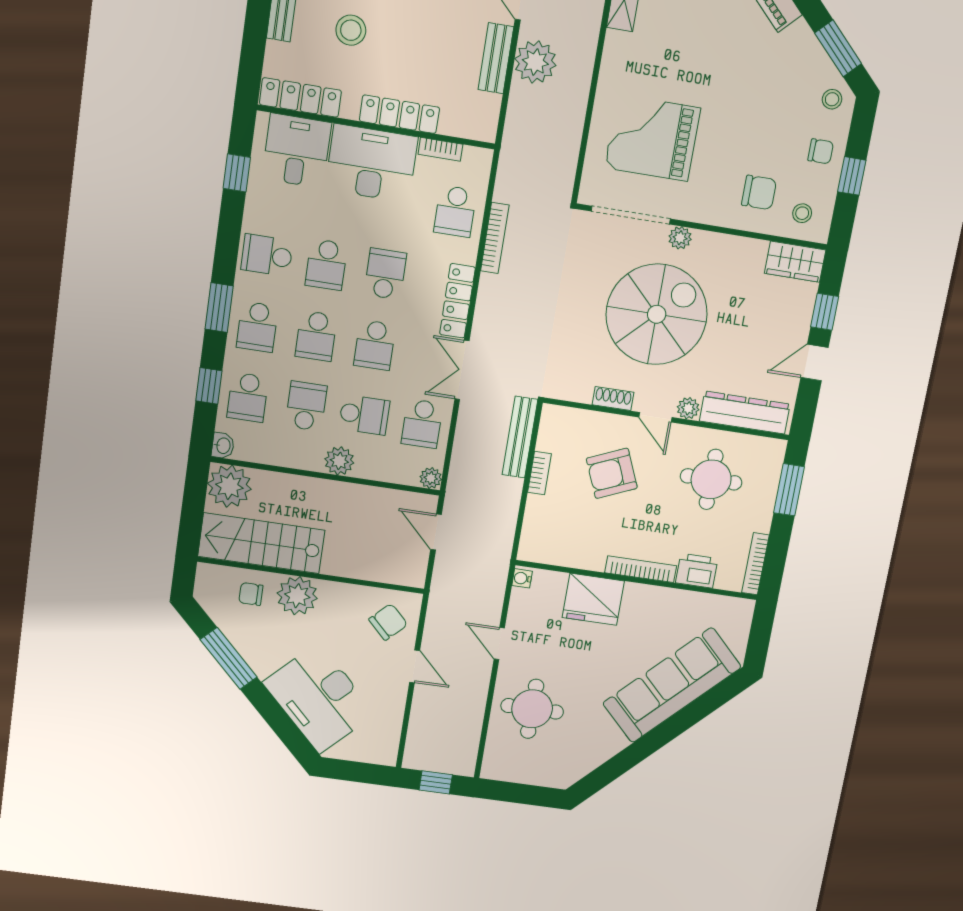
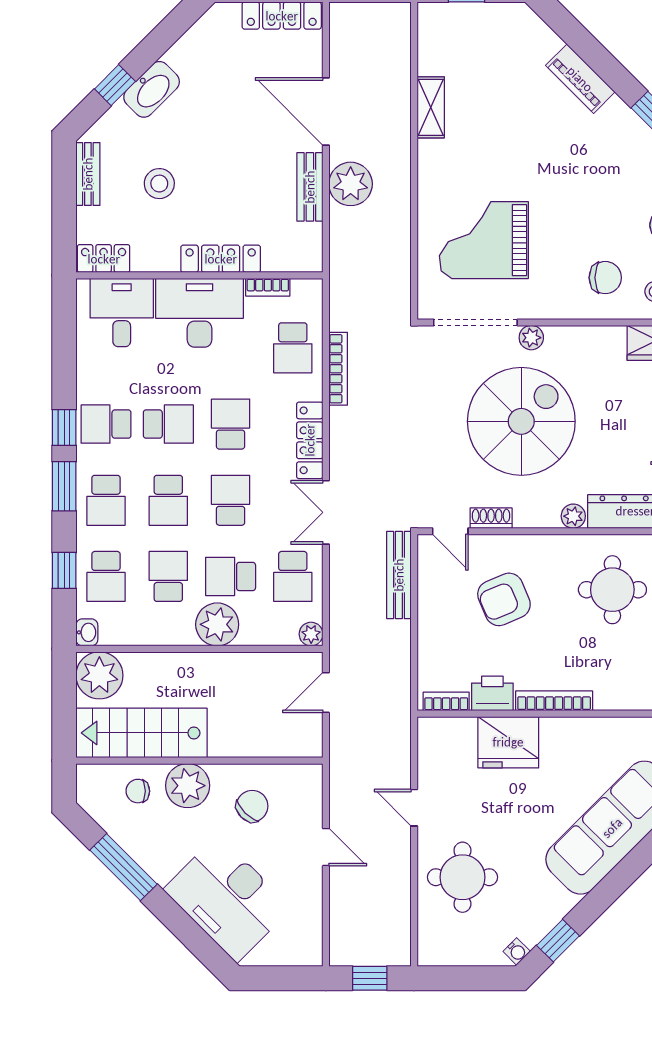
locker: (300, 97) -> (104, 259), width x0.66
window: (237, 173) -> (64, 427), moved
school desk: (326, 265) -> (168, 424), turned -90
school desk: (375, 345) -> (231, 500), turned 180
school desk: (364, 415) -> (231, 576), turned 180
door: (655, 417) -> (450, 531), moved
plant: (339, 461) -> (217, 624), width x1.36, depth x1.36
bookcase: (539, 473) -> (446, 701), moved, turned -90
door: (436, 532) -> (326, 693), hinge flipped
printer: (697, 571) -> (492, 693), moved
water cooler: (522, 578) -> (517, 951), moved, turned -135
chair: (388, 622) -> (252, 806), moved
window: (607, 773) -> (558, 941), added

